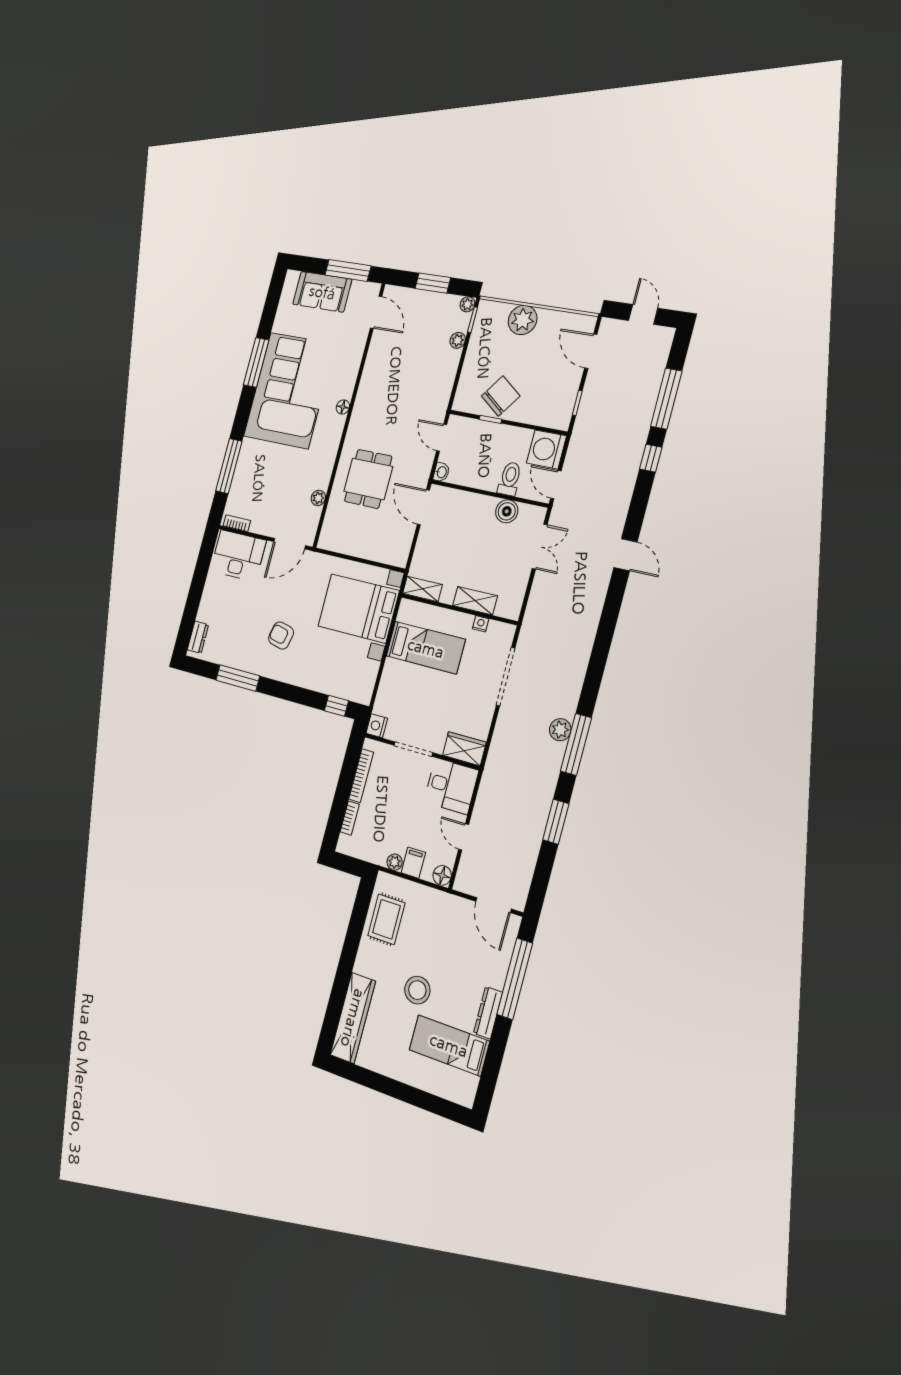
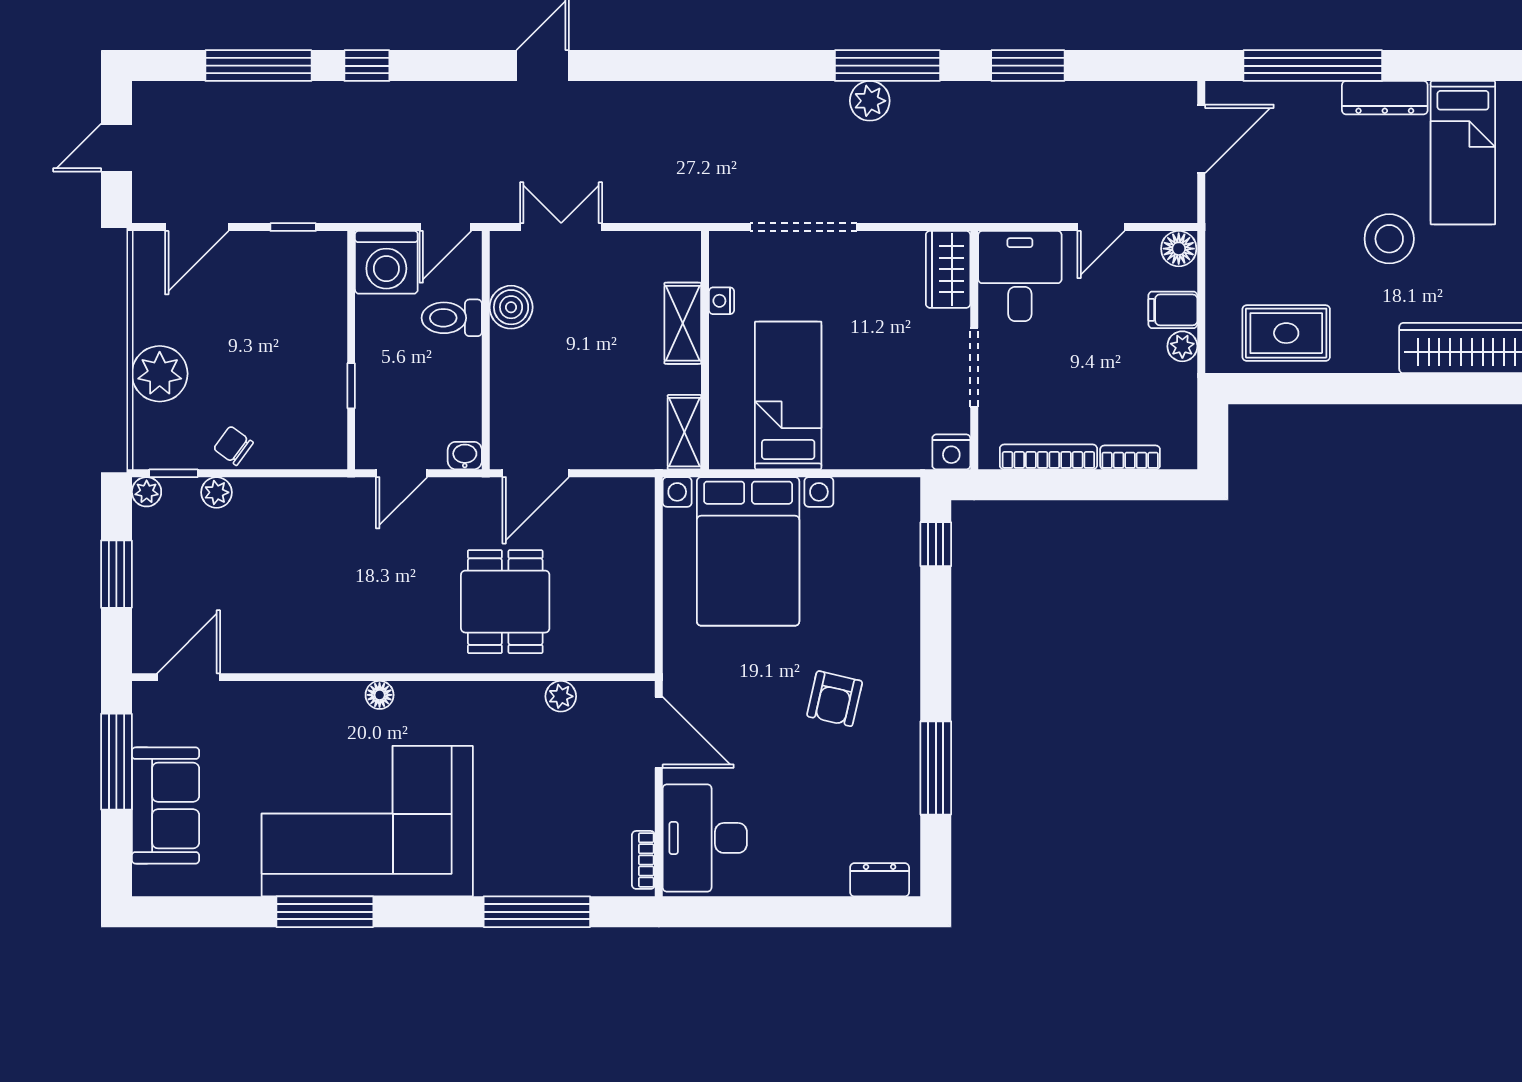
chair: (501, 396) -> (233, 446), moved, width x0.54, depth x0.54
dining table: (368, 479) -> (505, 602), turned 90

